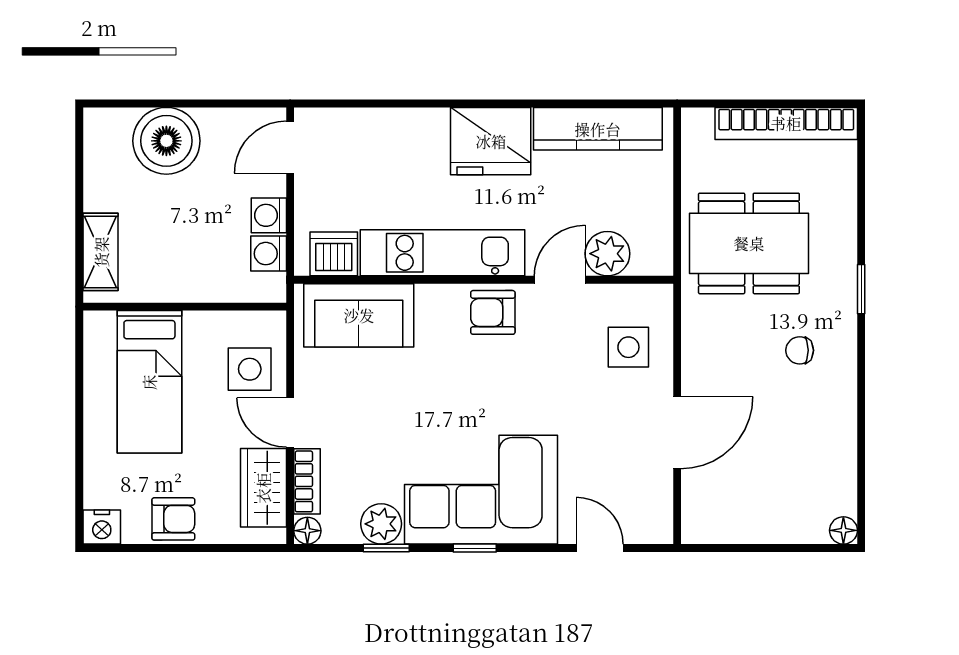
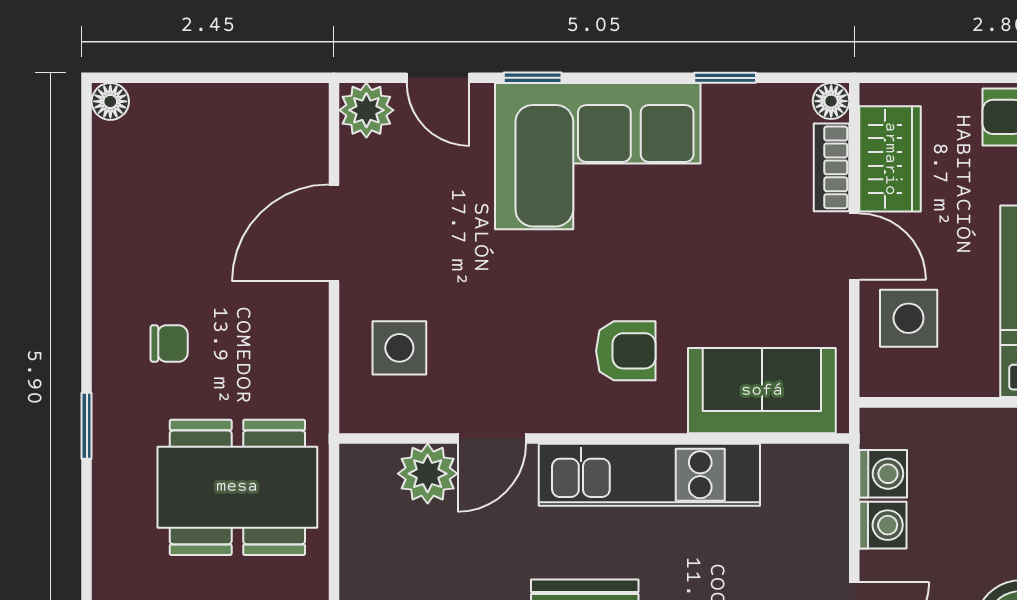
dishwasher: (334, 254) -> (796, 473), removed
armchair: (493, 312) -> (626, 351), moved
plant: (381, 524) -> (366, 110), moved
window: (475, 548) -> (533, 78), moved

